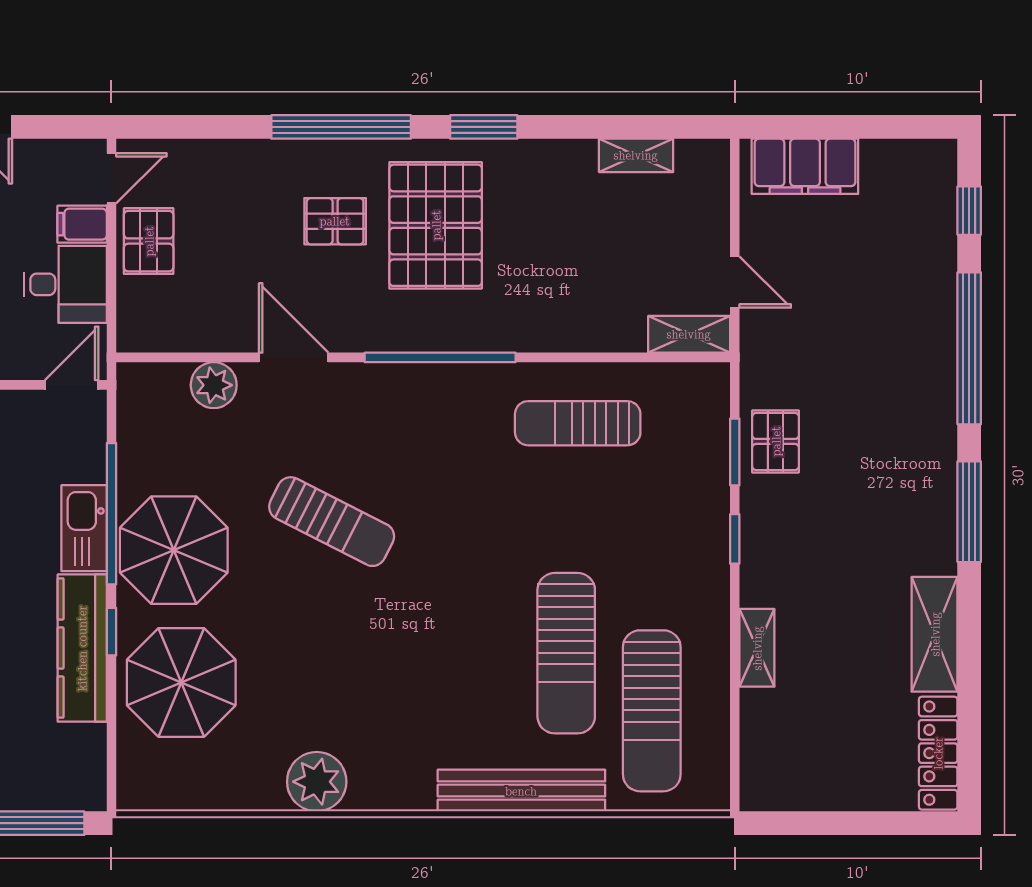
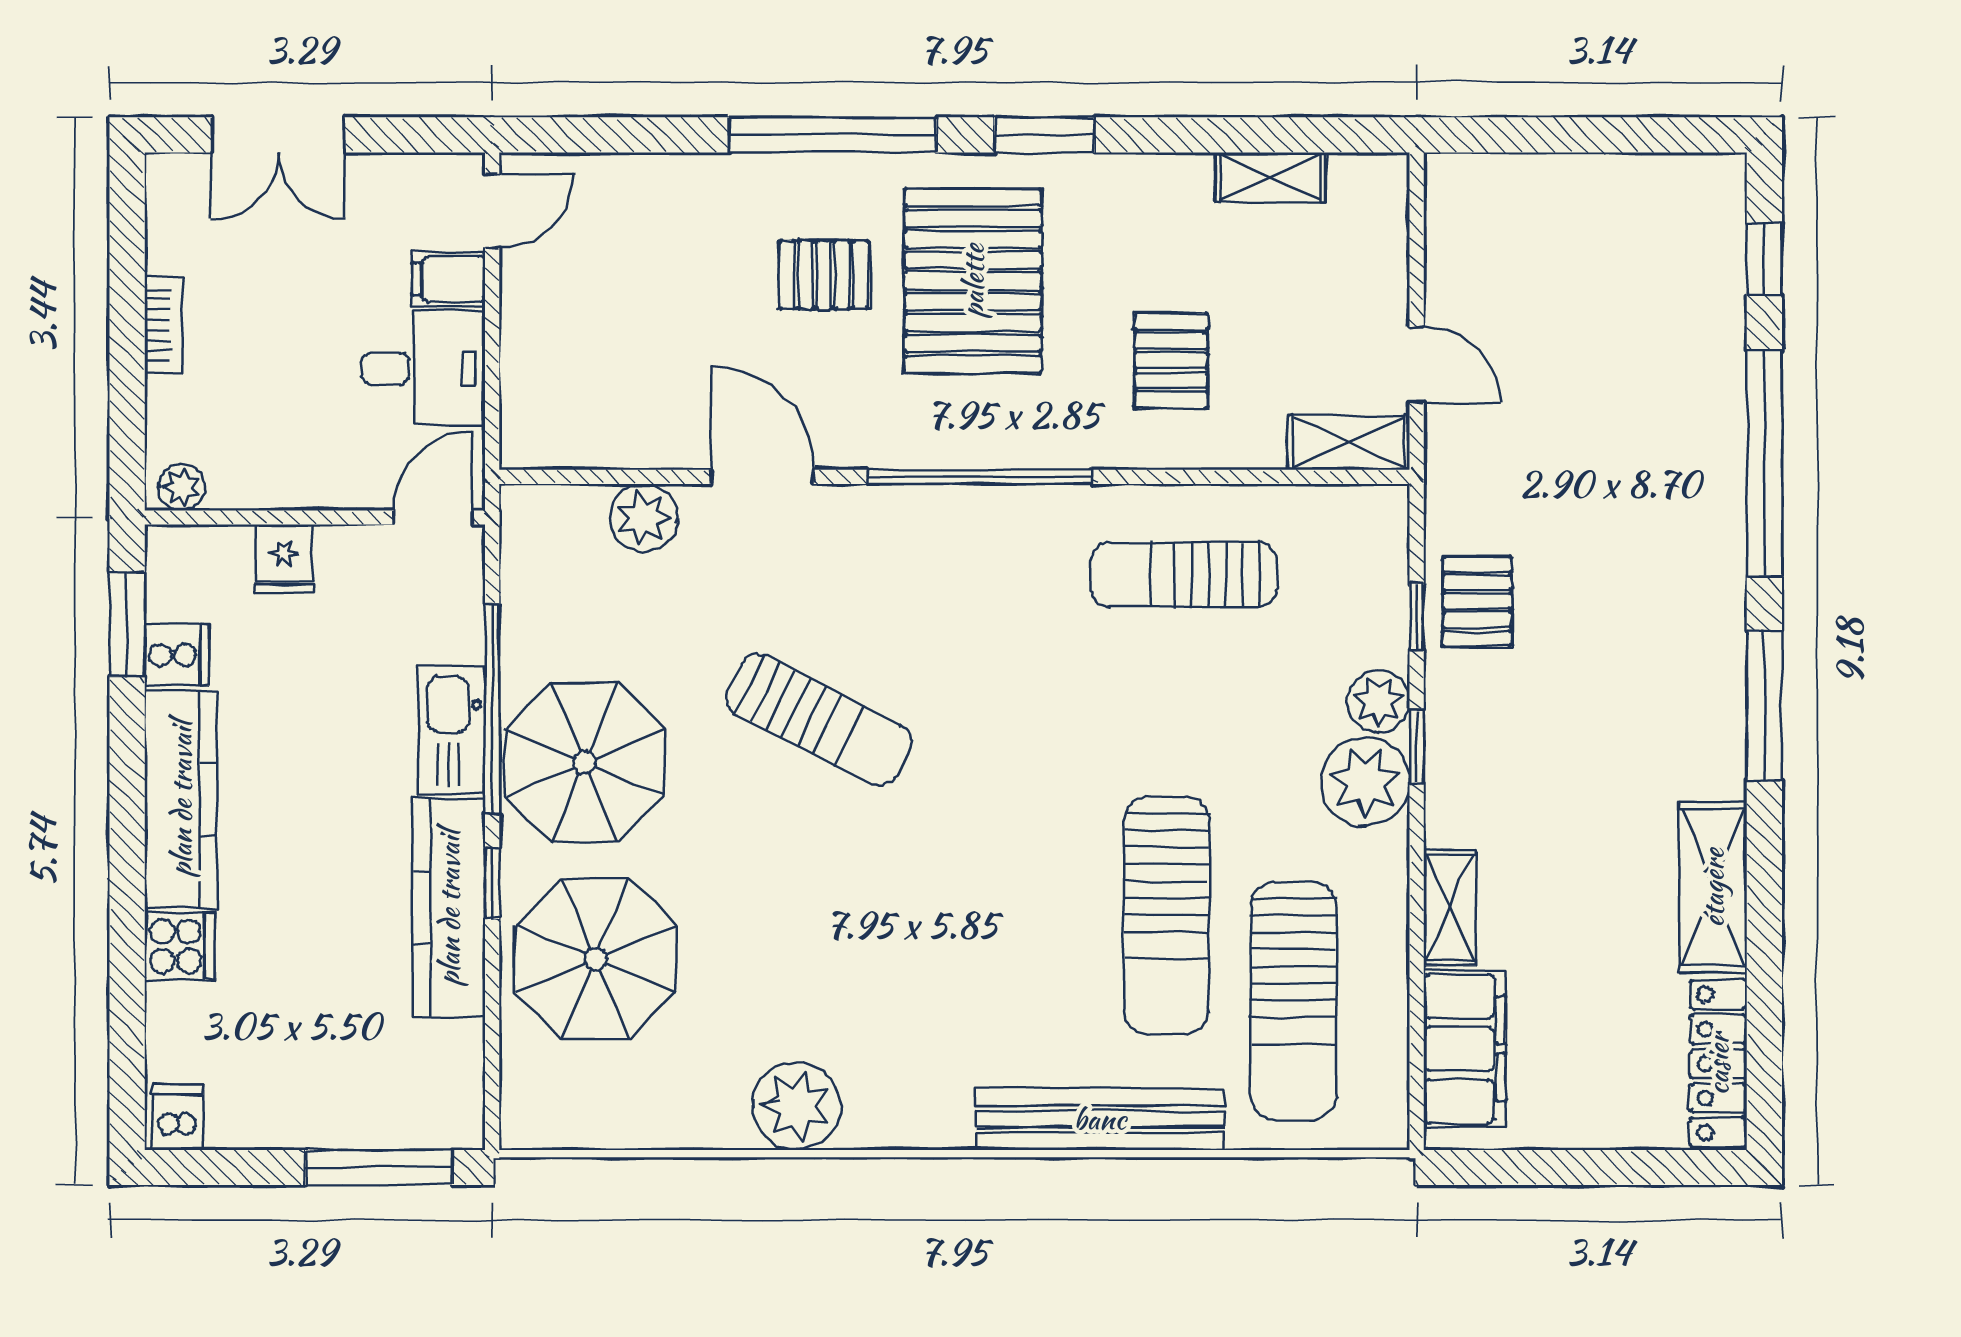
filing cabinet: (805, 166) -> (1465, 1049), moved, turned -90
pallet: (149, 241) -> (1171, 361), moved
window: (735, 452) -> (1417, 617), width x0.67
plant: (709, 509) -> (1378, 701), added
plant: (700, 563) -> (1365, 782), added

